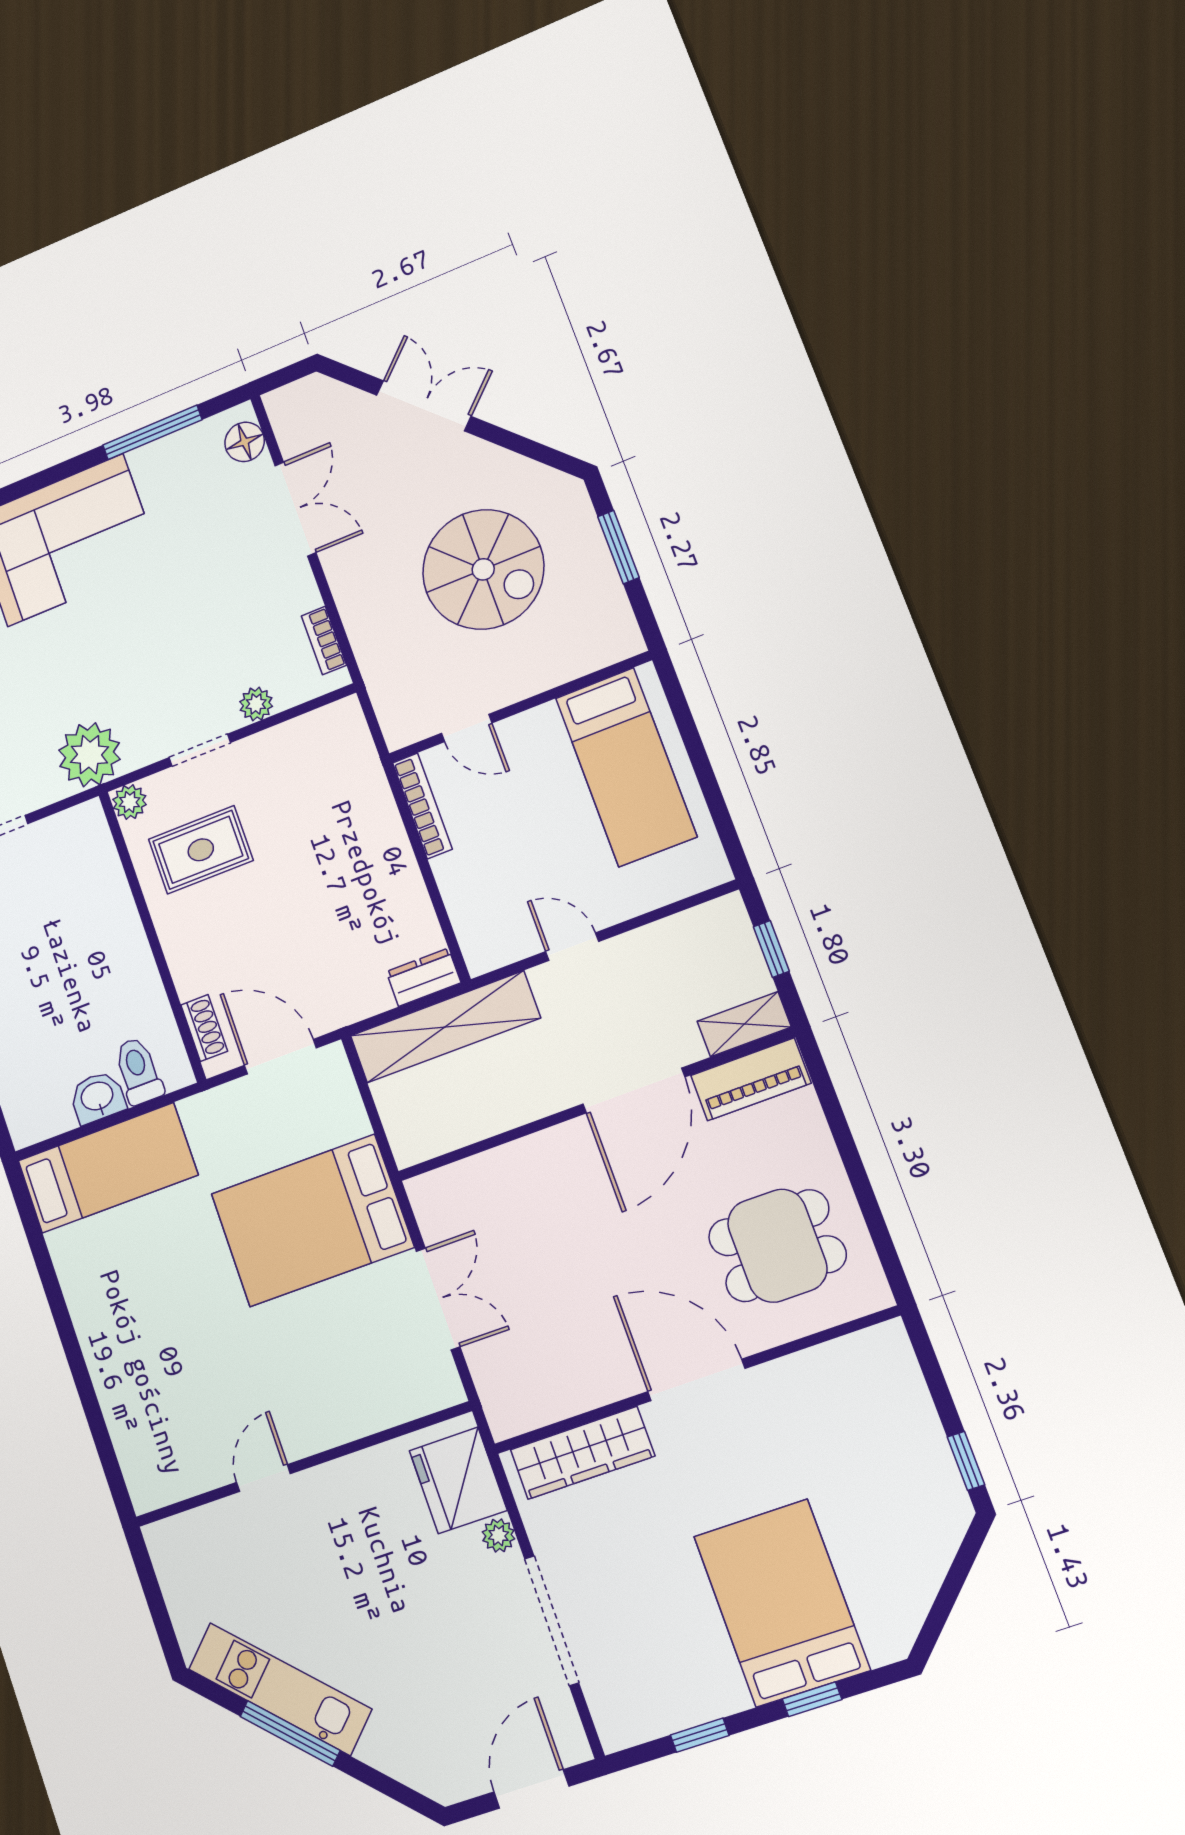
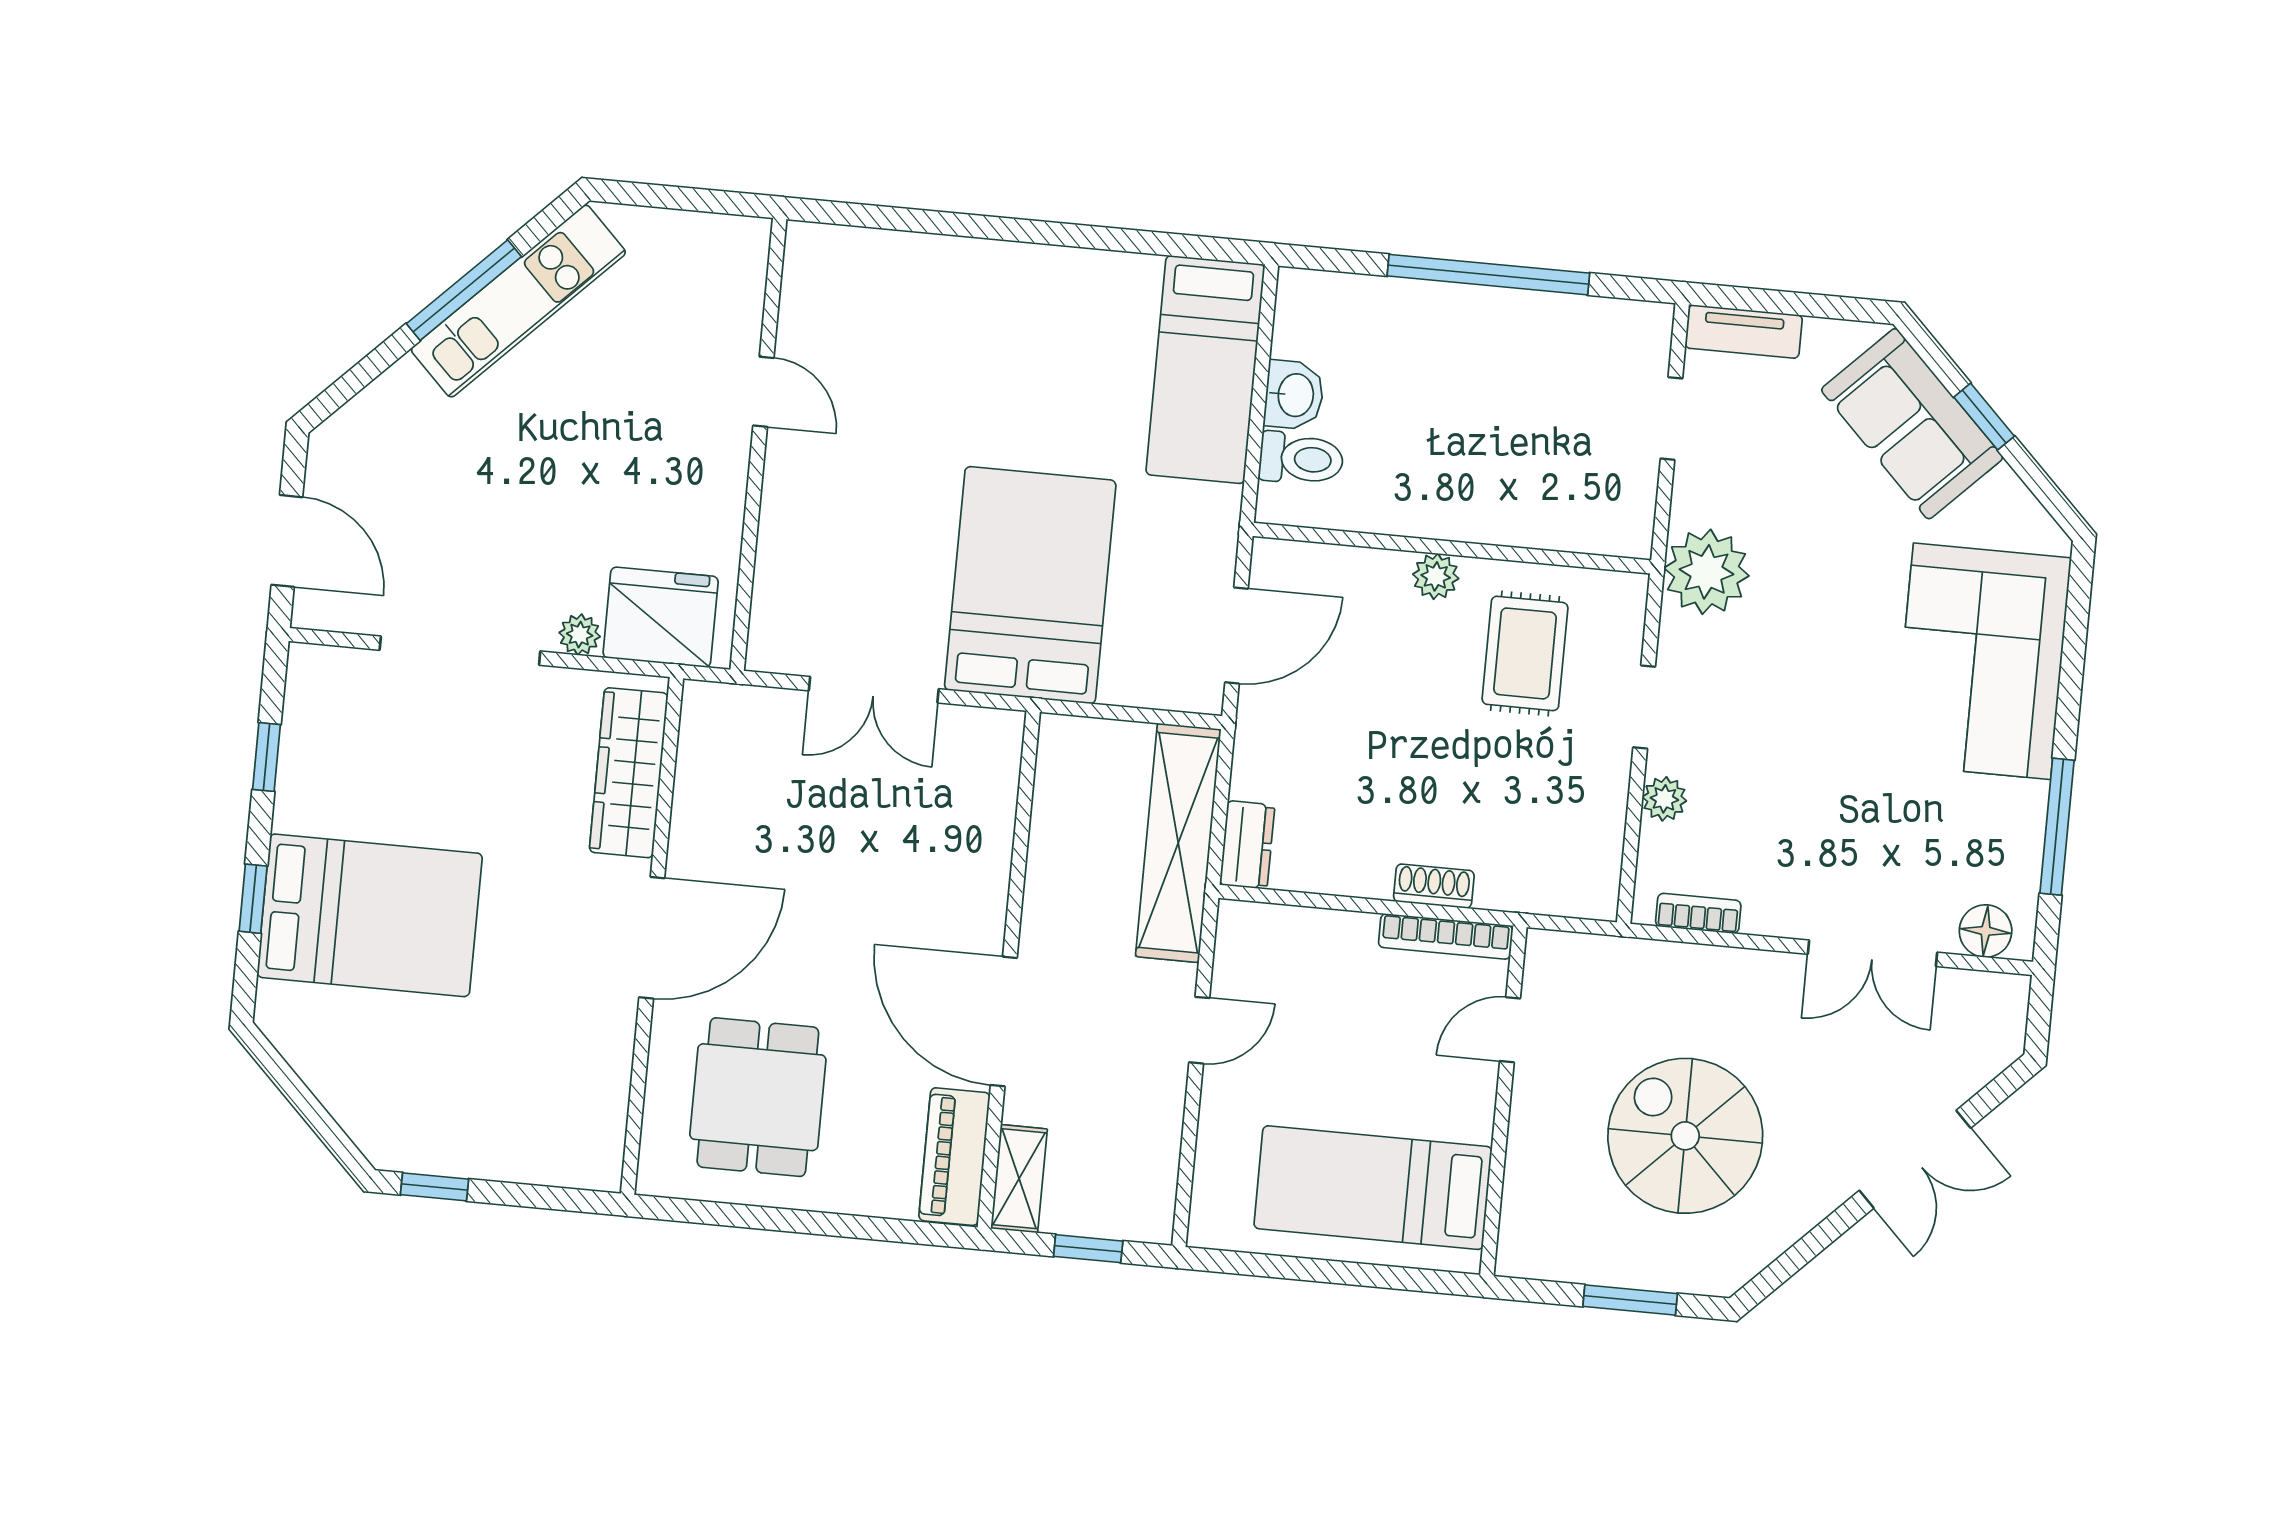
spiral stairs: (483, 569) -> (1685, 1136), turned 90
plant: (130, 802) -> (1436, 576), moved
shoe rack: (204, 1028) -> (1434, 886), moved, turned 180

